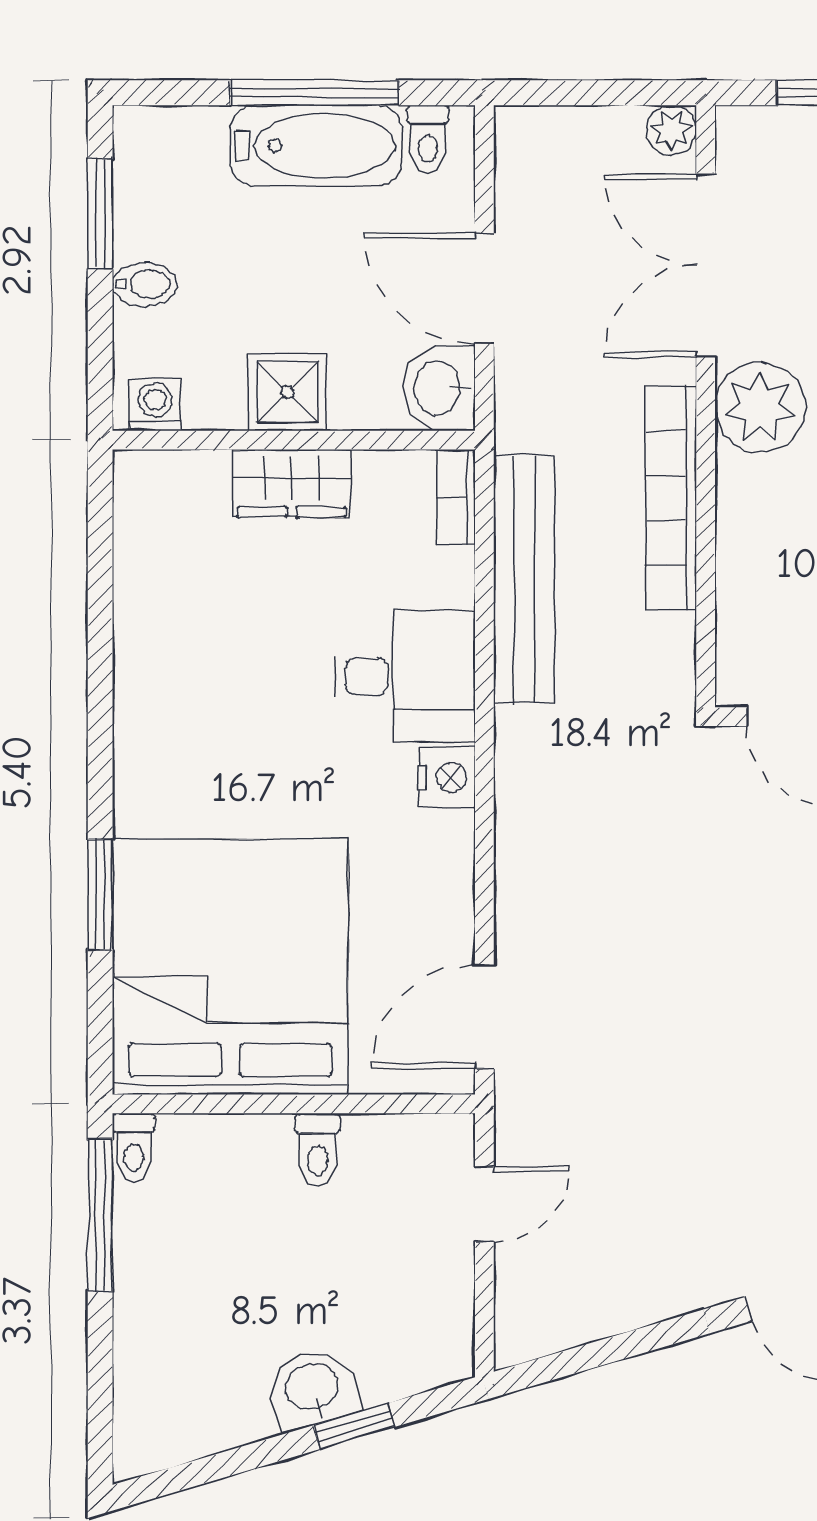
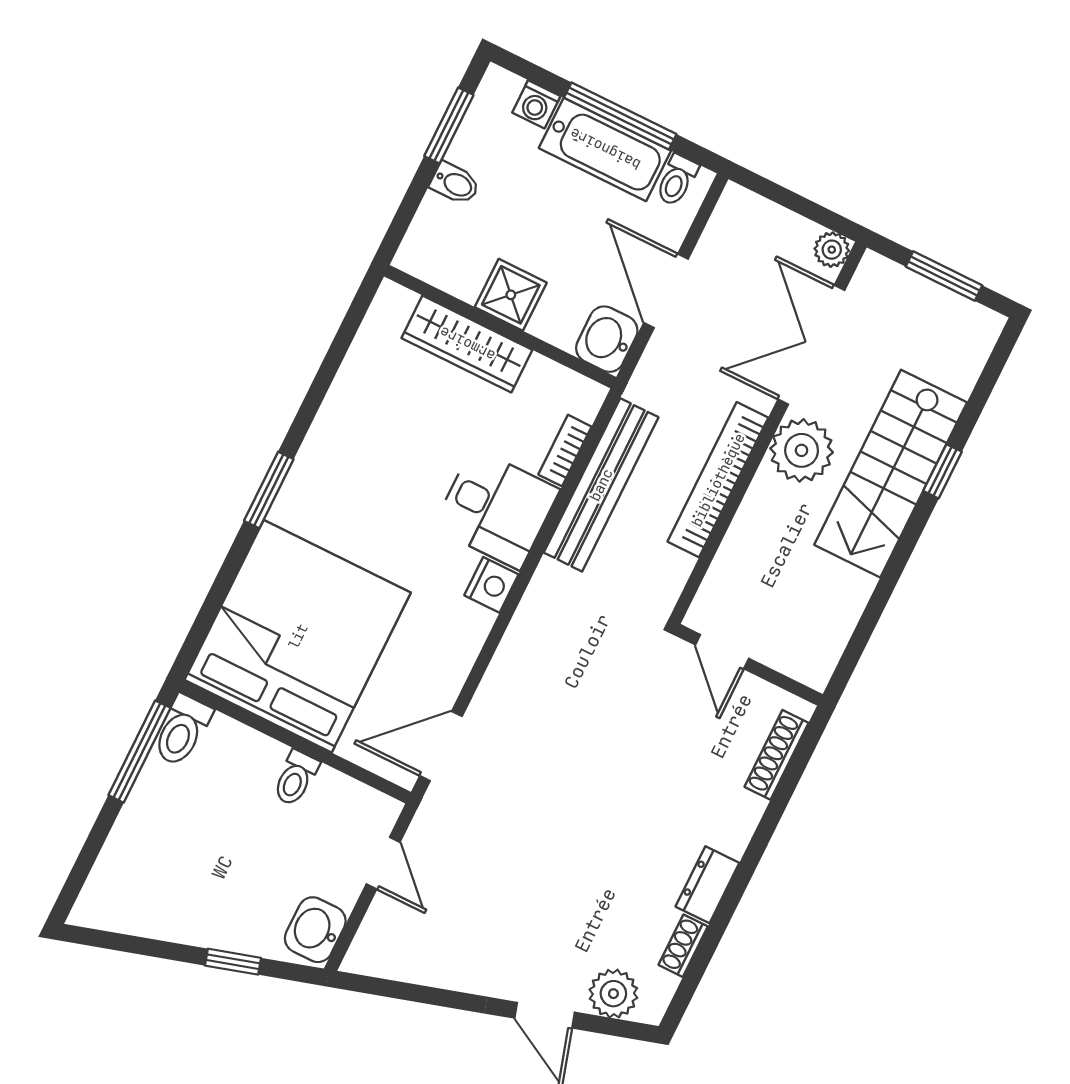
washing machine: (155, 405) -> (536, 104), moved, turned 180
wardrobe: (292, 483) -> (467, 344), width x1.50
bookcase: (456, 497) -> (565, 451), moved
window: (100, 894) -> (269, 490), moved
toilet: (134, 1148) -> (182, 730), width x1.37, depth x1.39
door: (484, 1204) -> (383, 863), hinge flipped
washbasin: (312, 1388) -> (315, 930), moved, turned -73

